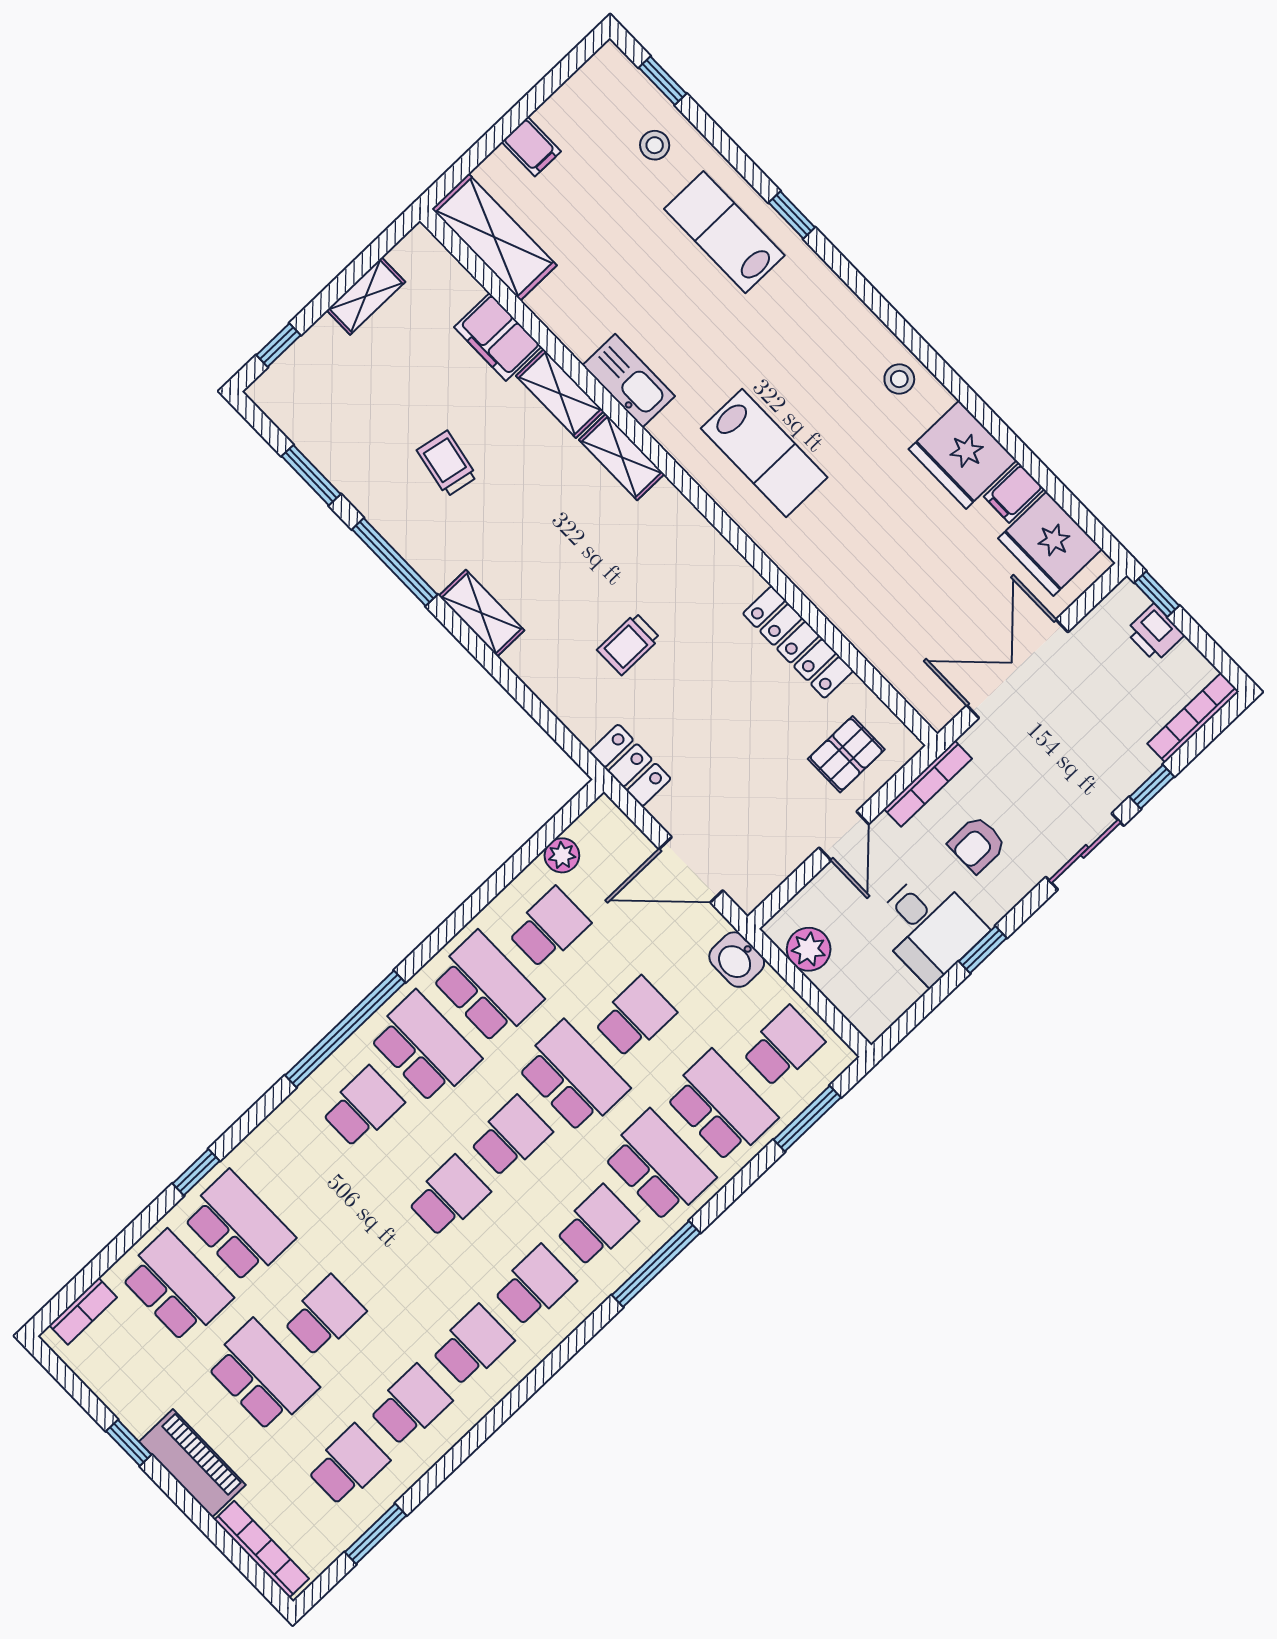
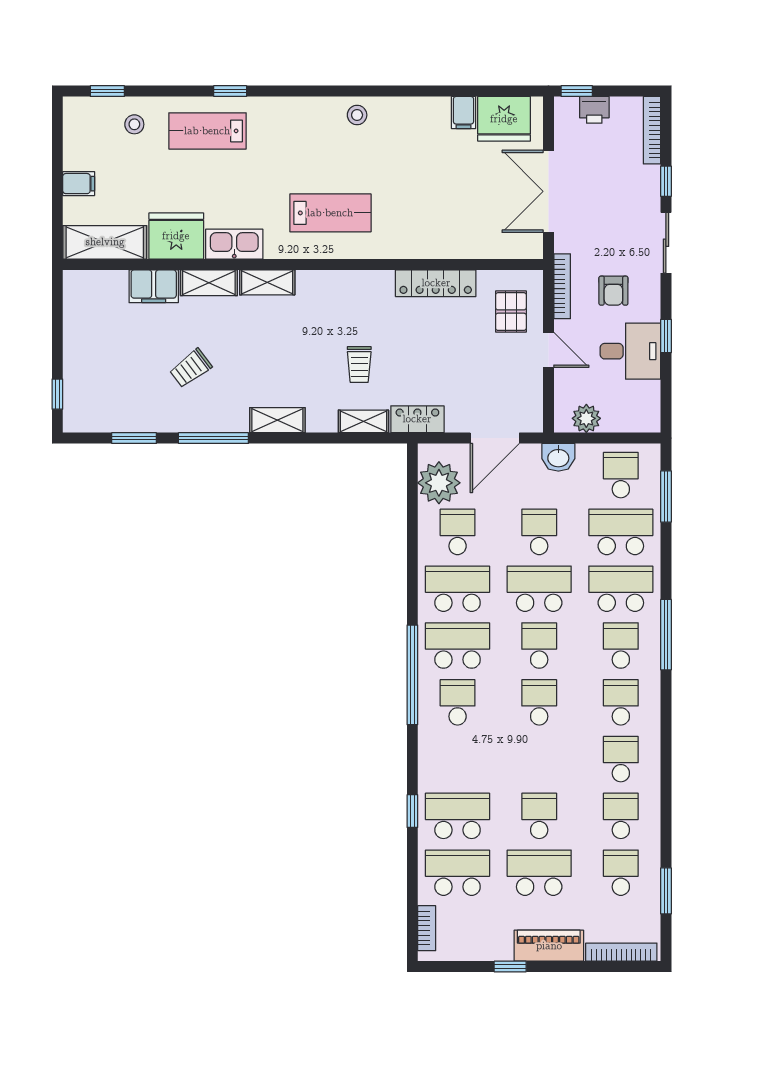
shelving: (366, 296) -> (363, 421), moved, turned 90
fridge: (963, 455) -> (176, 236), moved, turned 180
trolley: (447, 464) -> (191, 368), turned -48
plant: (562, 855) -> (439, 483), width x1.88, depth x1.88

